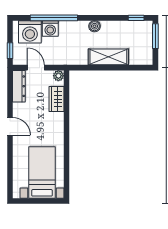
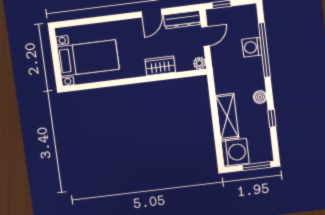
window: (136, 18) -> (272, 118), moved
washing machine: (30, 32) -> (235, 152), moved, turned 180
wardrobe: (57, 99) -> (160, 66), moved
door: (10, 126) -> (152, 13), moved

